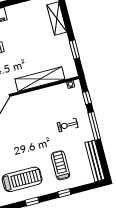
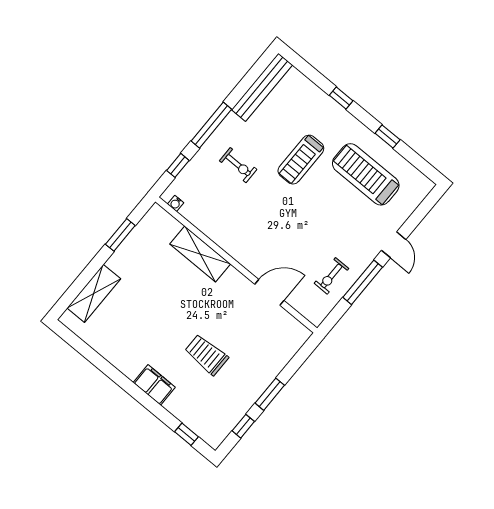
shelving: (40, 79) -> (200, 254), width x0.68
treadmill: (60, 165) -> (301, 160), moved

